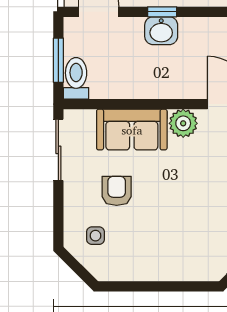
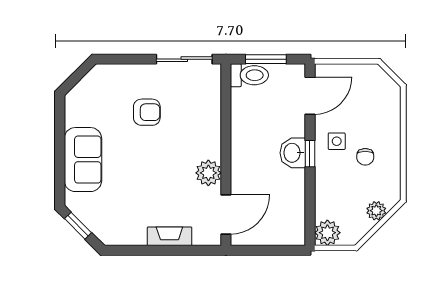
sofa: (132, 130) -> (83, 160), moved, turned 180
side table: (95, 236) -> (106, 93), removed

